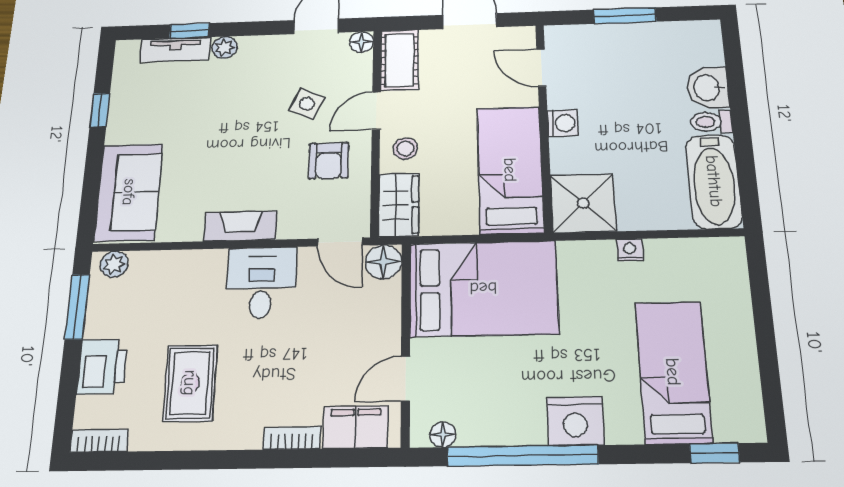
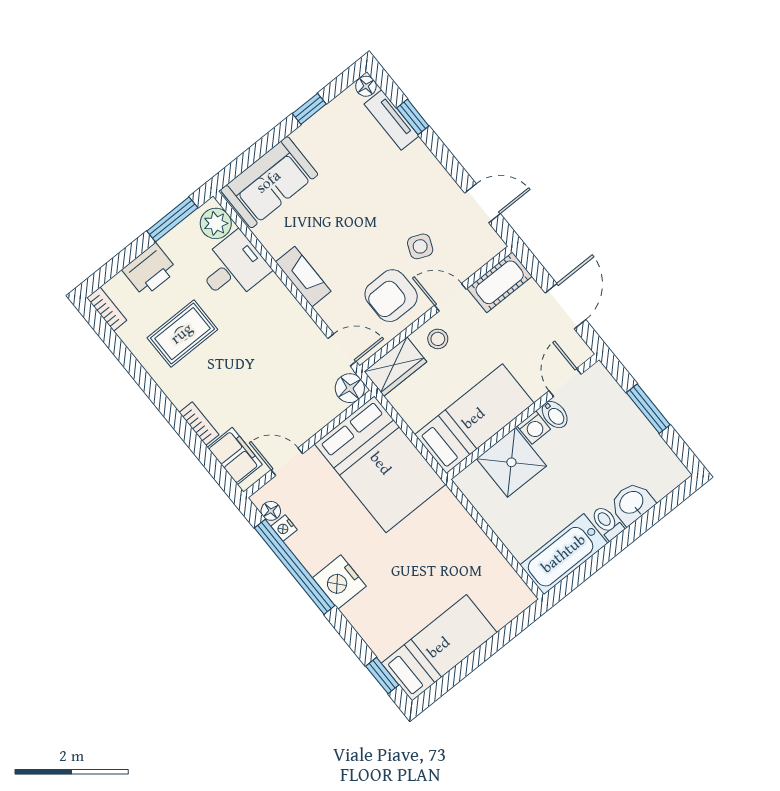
floor lamp: (362, 42) -> (366, 86), moved
plant: (225, 47) -> (419, 153), removed
bidet: (565, 97) -> (555, 415), added
armchair: (329, 161) -> (391, 296), width x1.38, depth x1.38
shower: (583, 203) -> (511, 462), moved
door: (340, 242) -> (342, 350), swing flipped
nightstand: (630, 250) -> (284, 528), moved, turned 180
plant: (114, 264) -> (216, 223), width x1.38, depth x1.38
desk: (261, 283) -> (233, 267), moved
bed: (673, 372) -> (439, 648), moved

